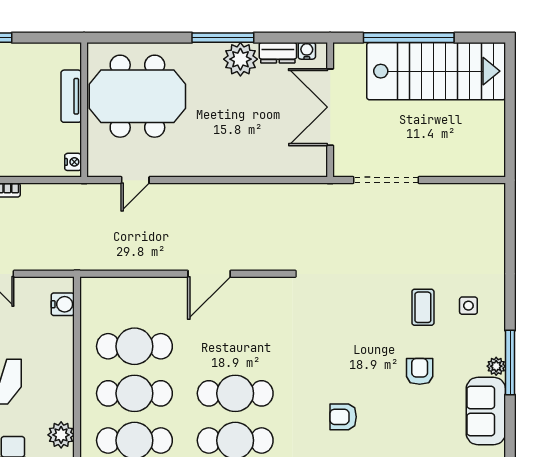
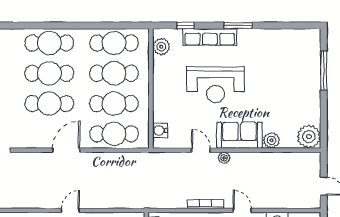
door: (135, 180) -> (70, 210), moved
cafe table: (134, 299) -> (114, 134), added
cafe table: (235, 346) -> (49, 104), added

